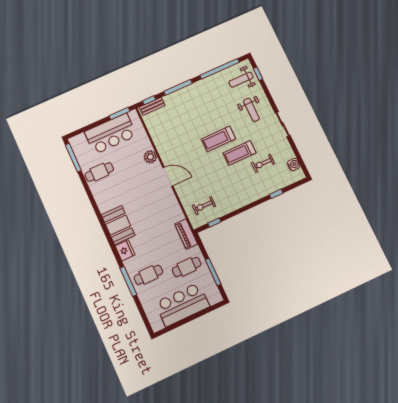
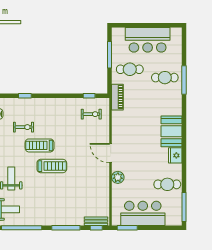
treadmill: (239, 153) -> (40, 145), turned 180
fridge: (125, 250) -> (175, 155), moved

